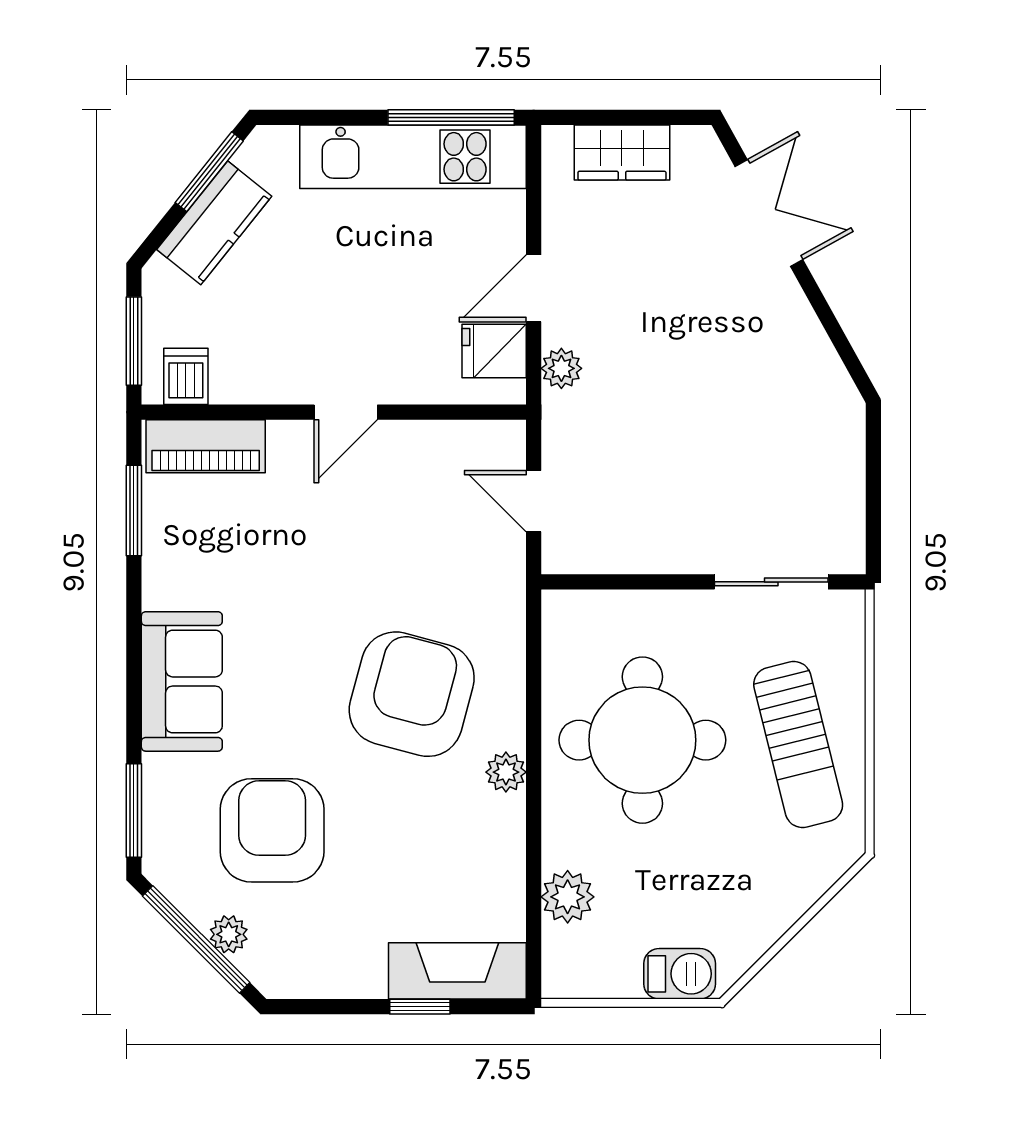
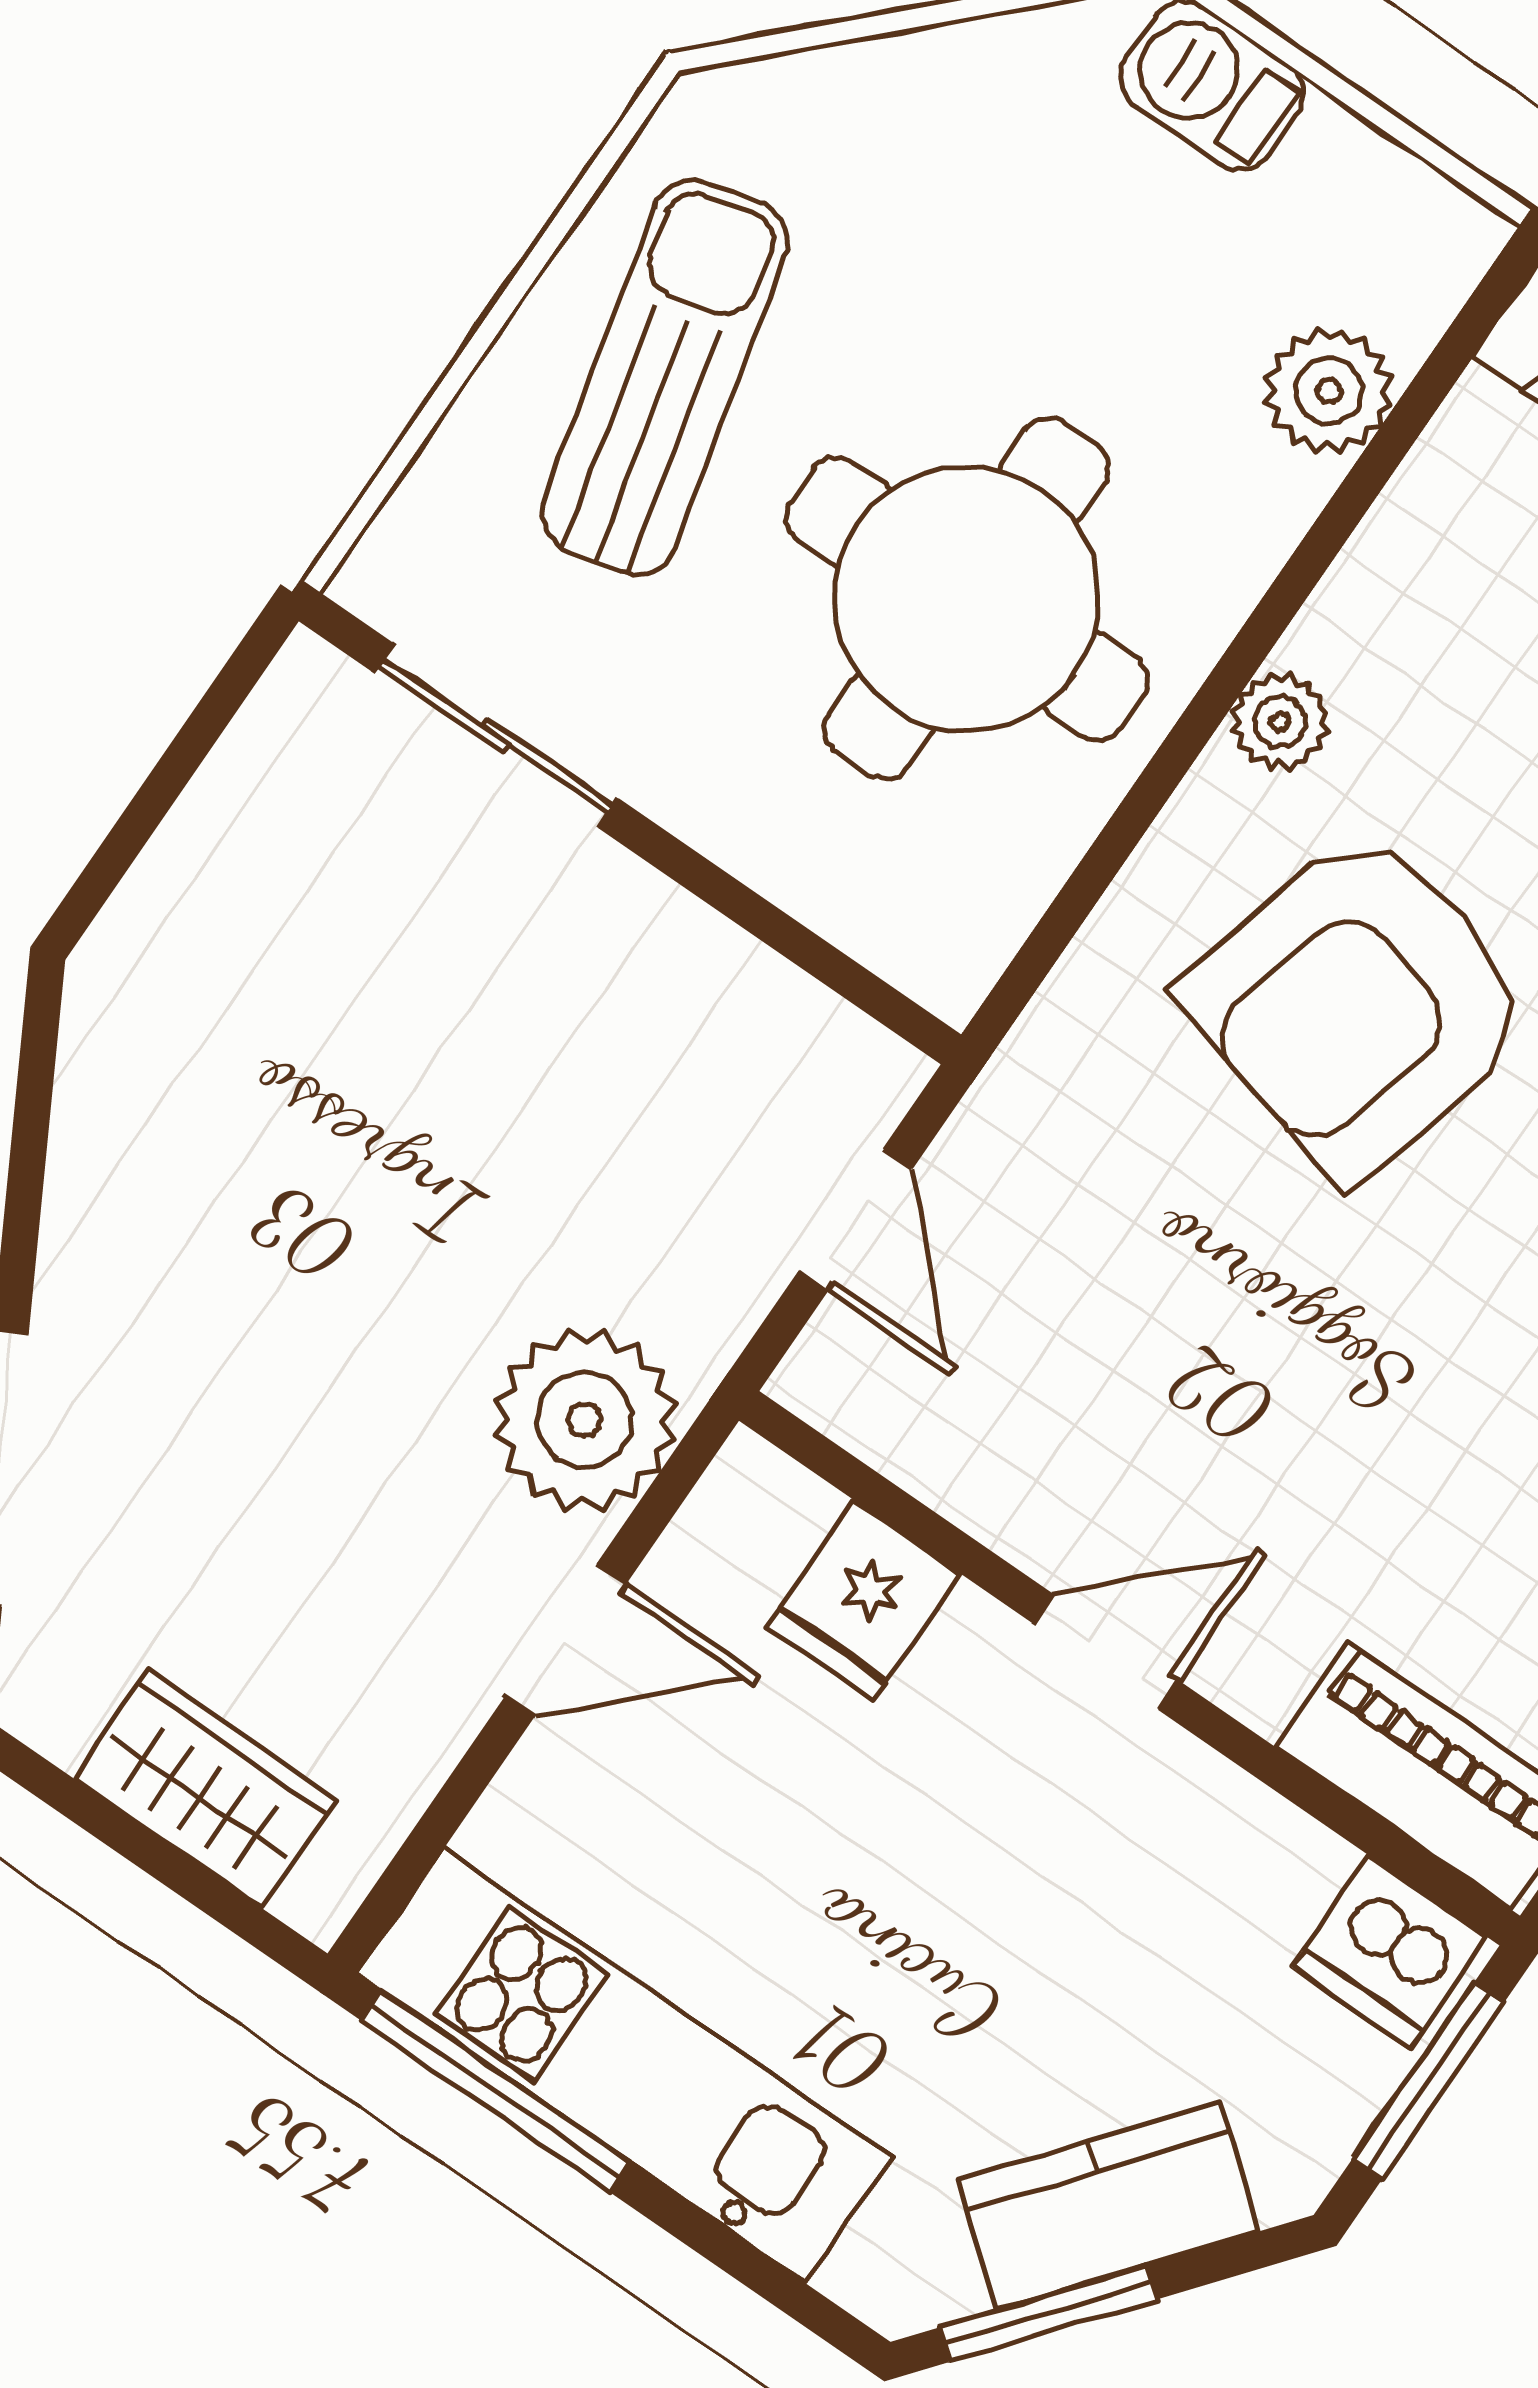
fridge: (494, 351) -> (864, 1600), moved, turned 90
plant: (561, 368) -> (585, 1420), width x1.88, depth x1.88
dishwasher: (186, 376) -> (1390, 1952), width x1.38

